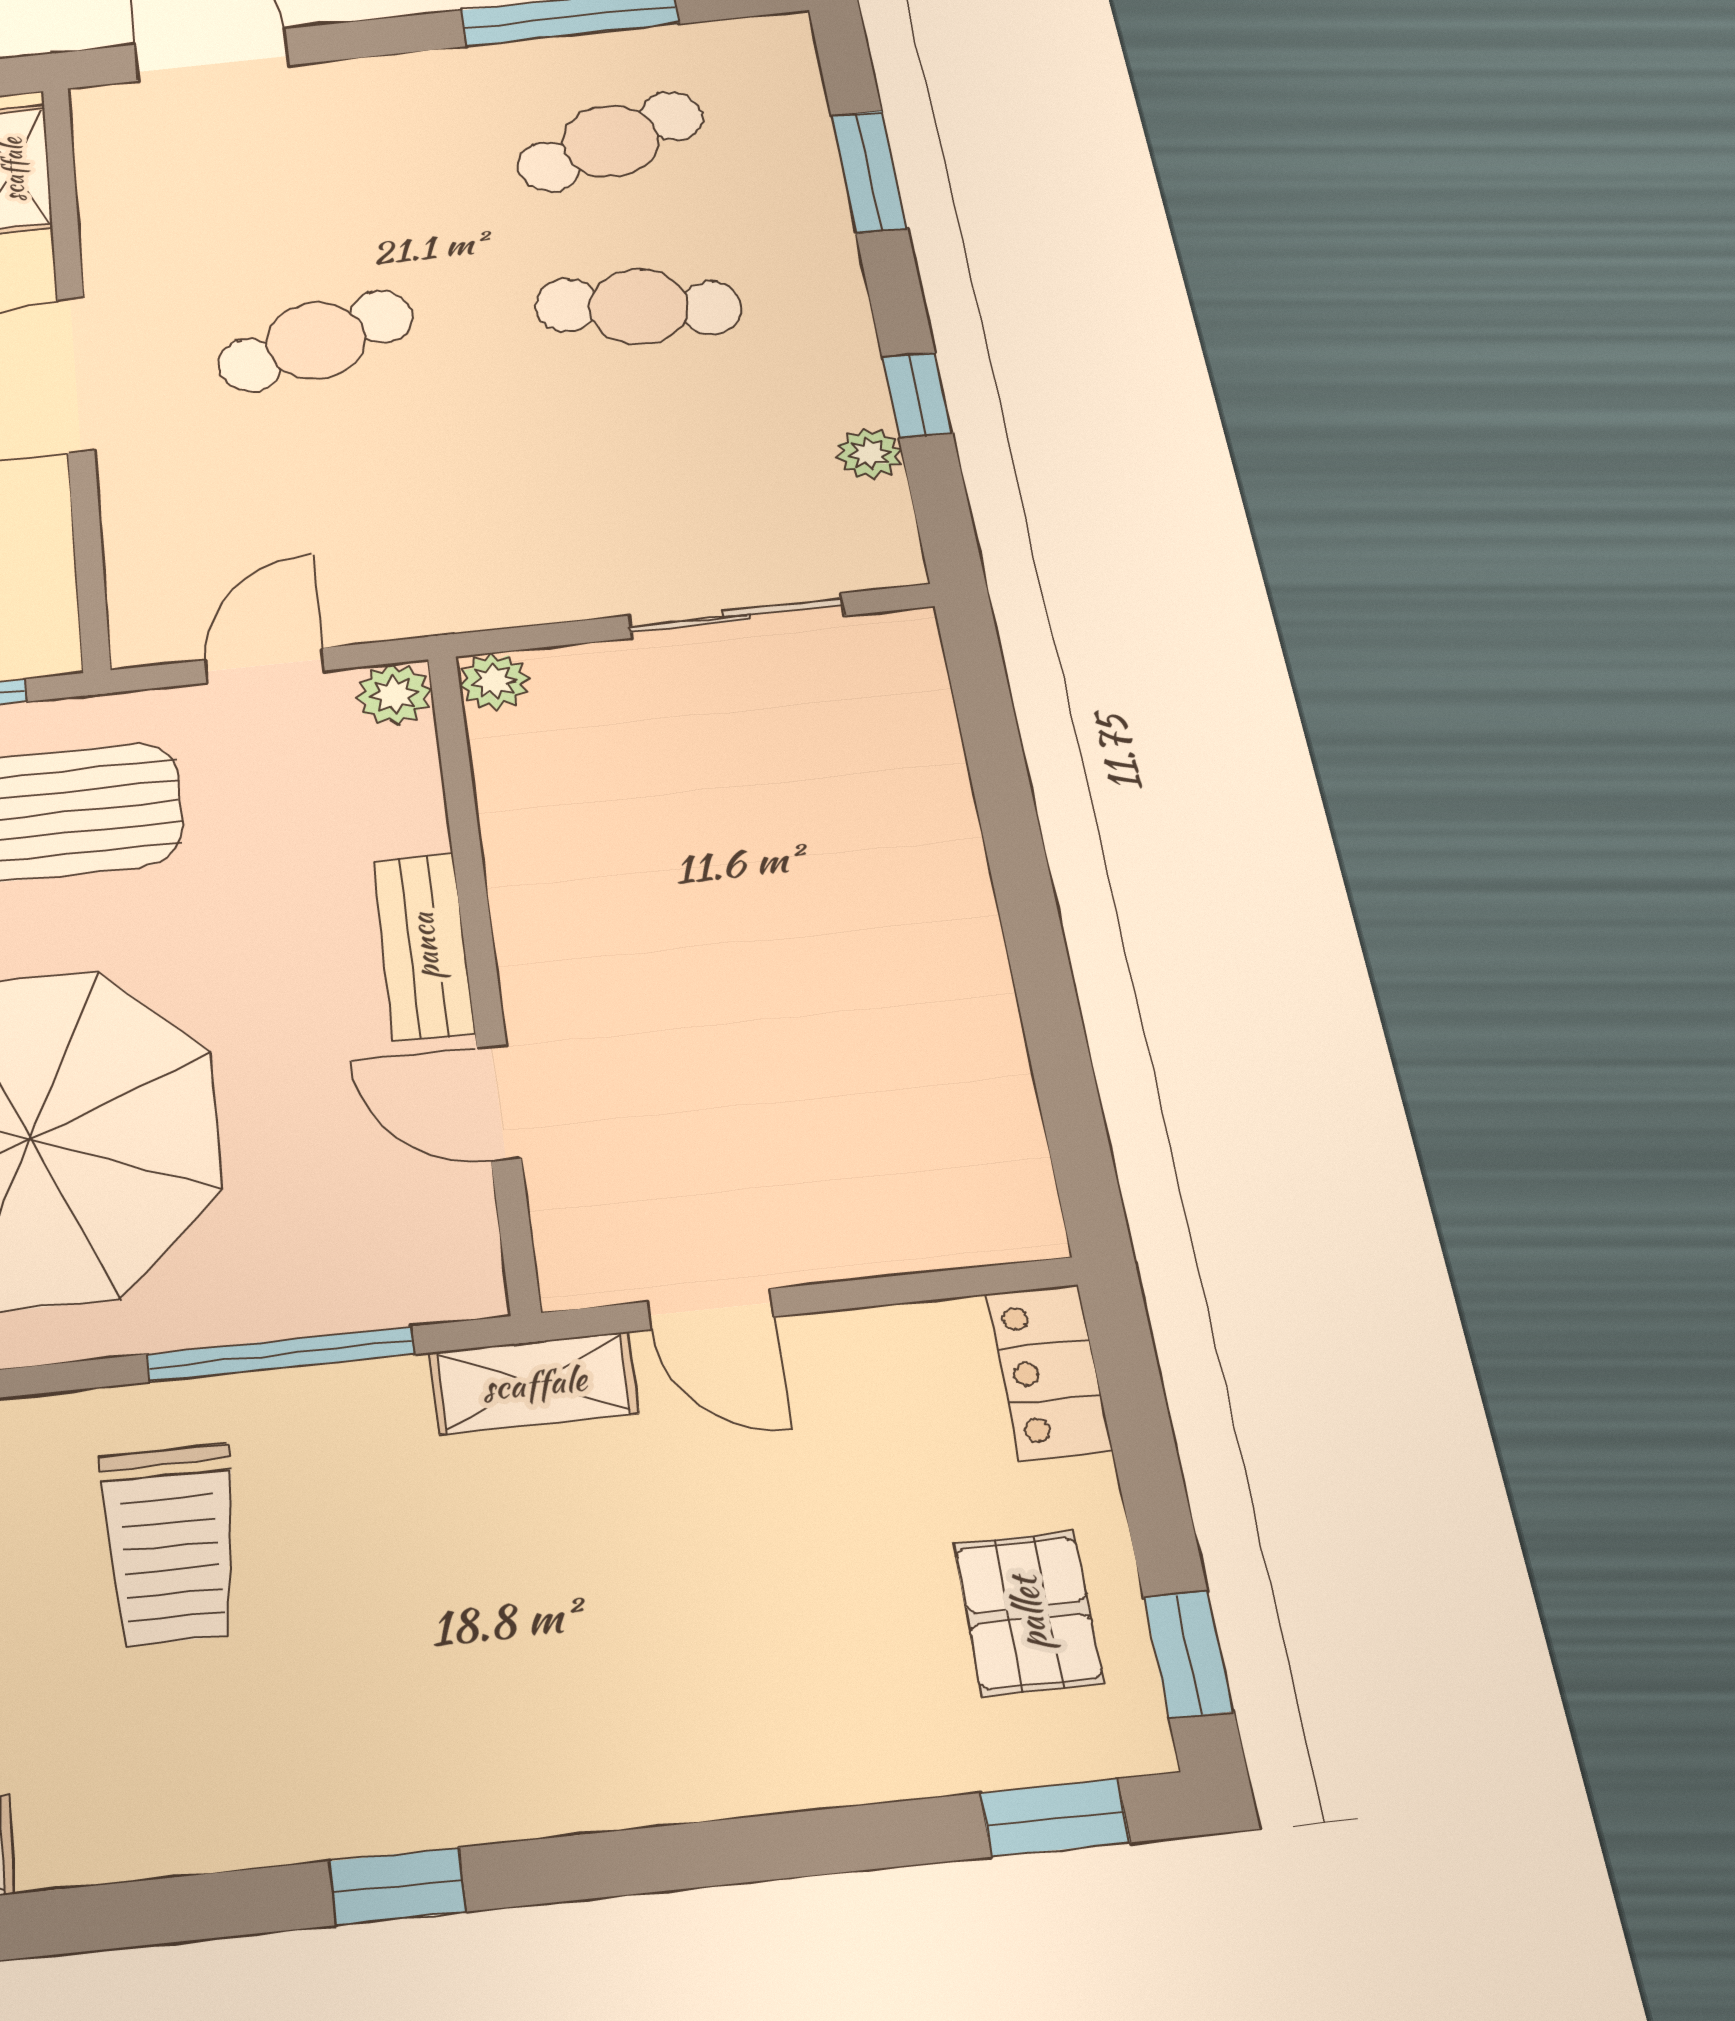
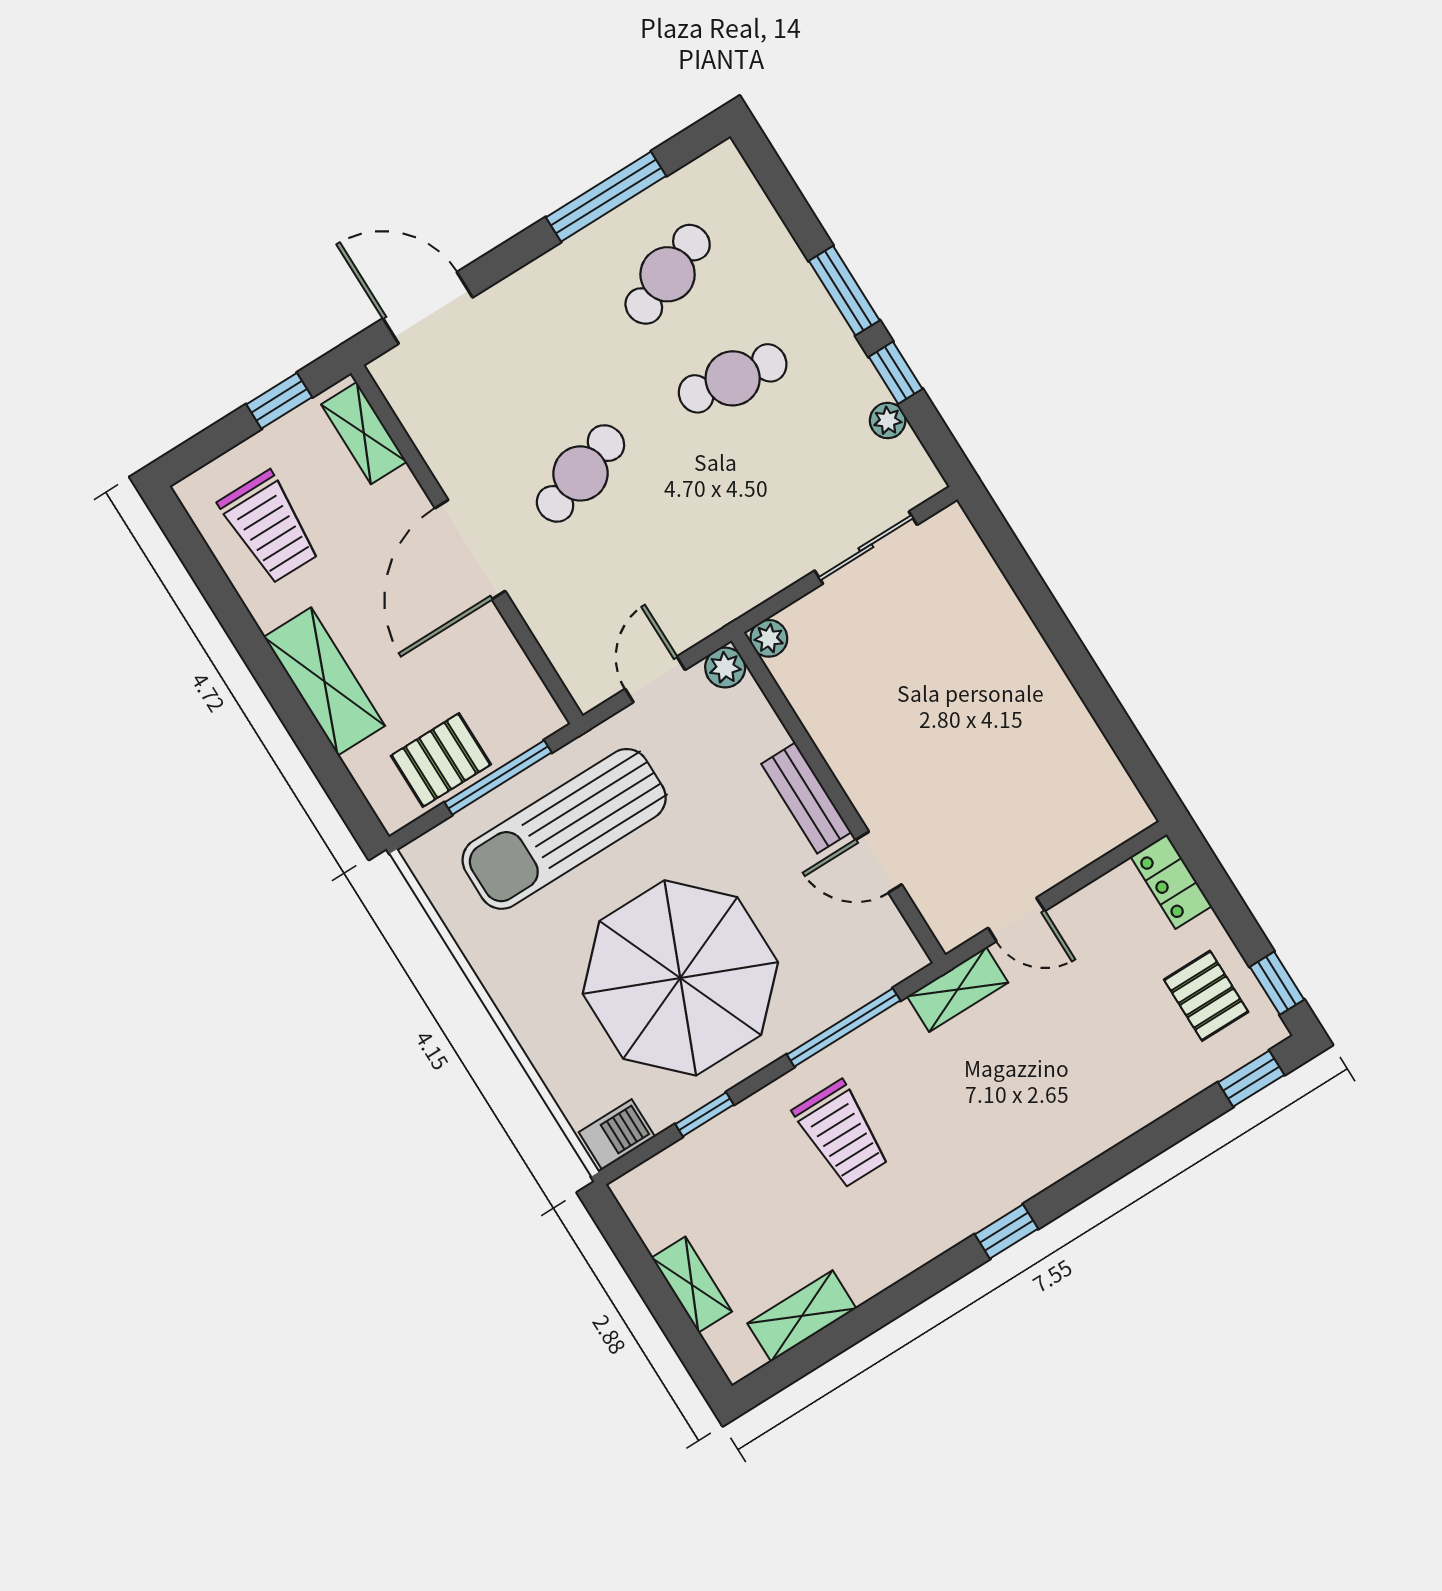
window: (869, 172) -> (844, 291), moved

